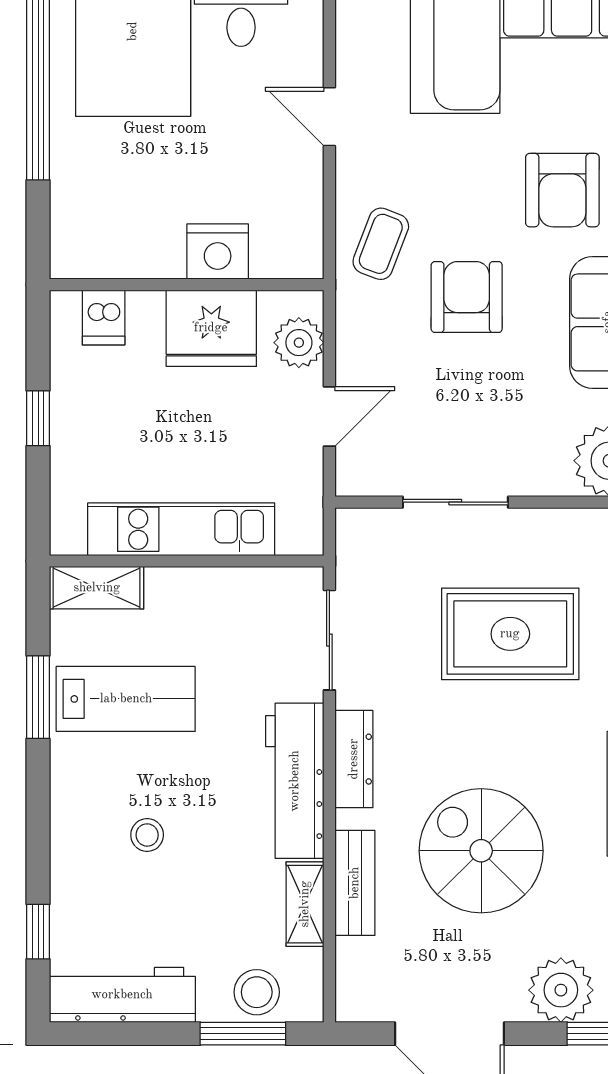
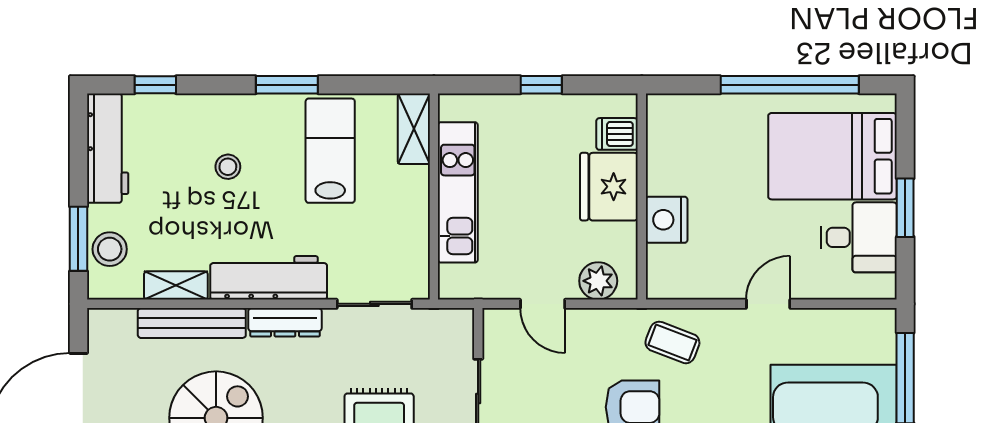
fridge: (211, 328) -> (609, 187), moved
window: (38, 697) -> (287, 85), moved
lab bench: (126, 699) -> (330, 151), turned 180
bench: (355, 883) -> (192, 323), width x1.36

